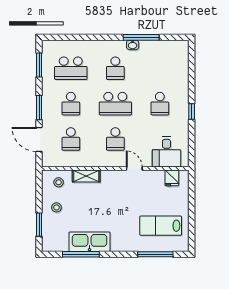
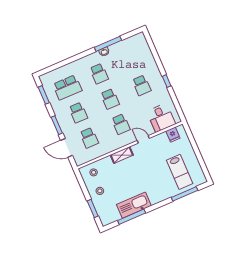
school desk: (115, 104) -> (110, 99), width x0.54
shelving: (86, 176) -> (122, 155), moved
lab bench: (161, 226) -> (180, 172), turned -90

